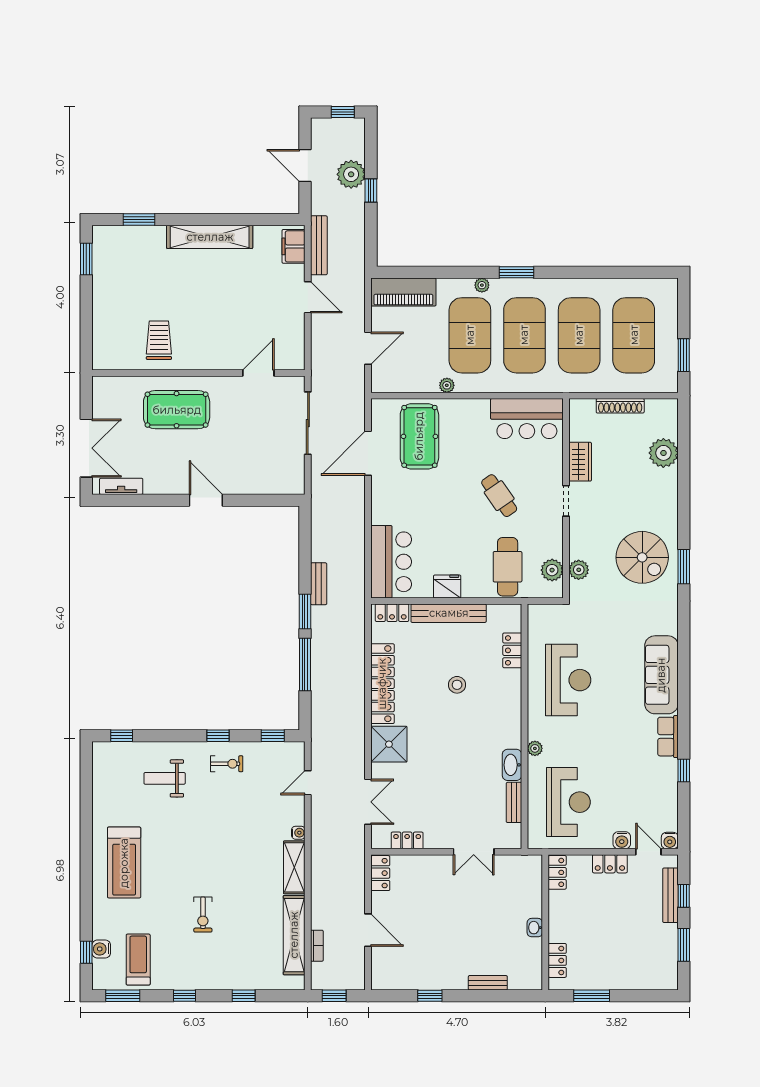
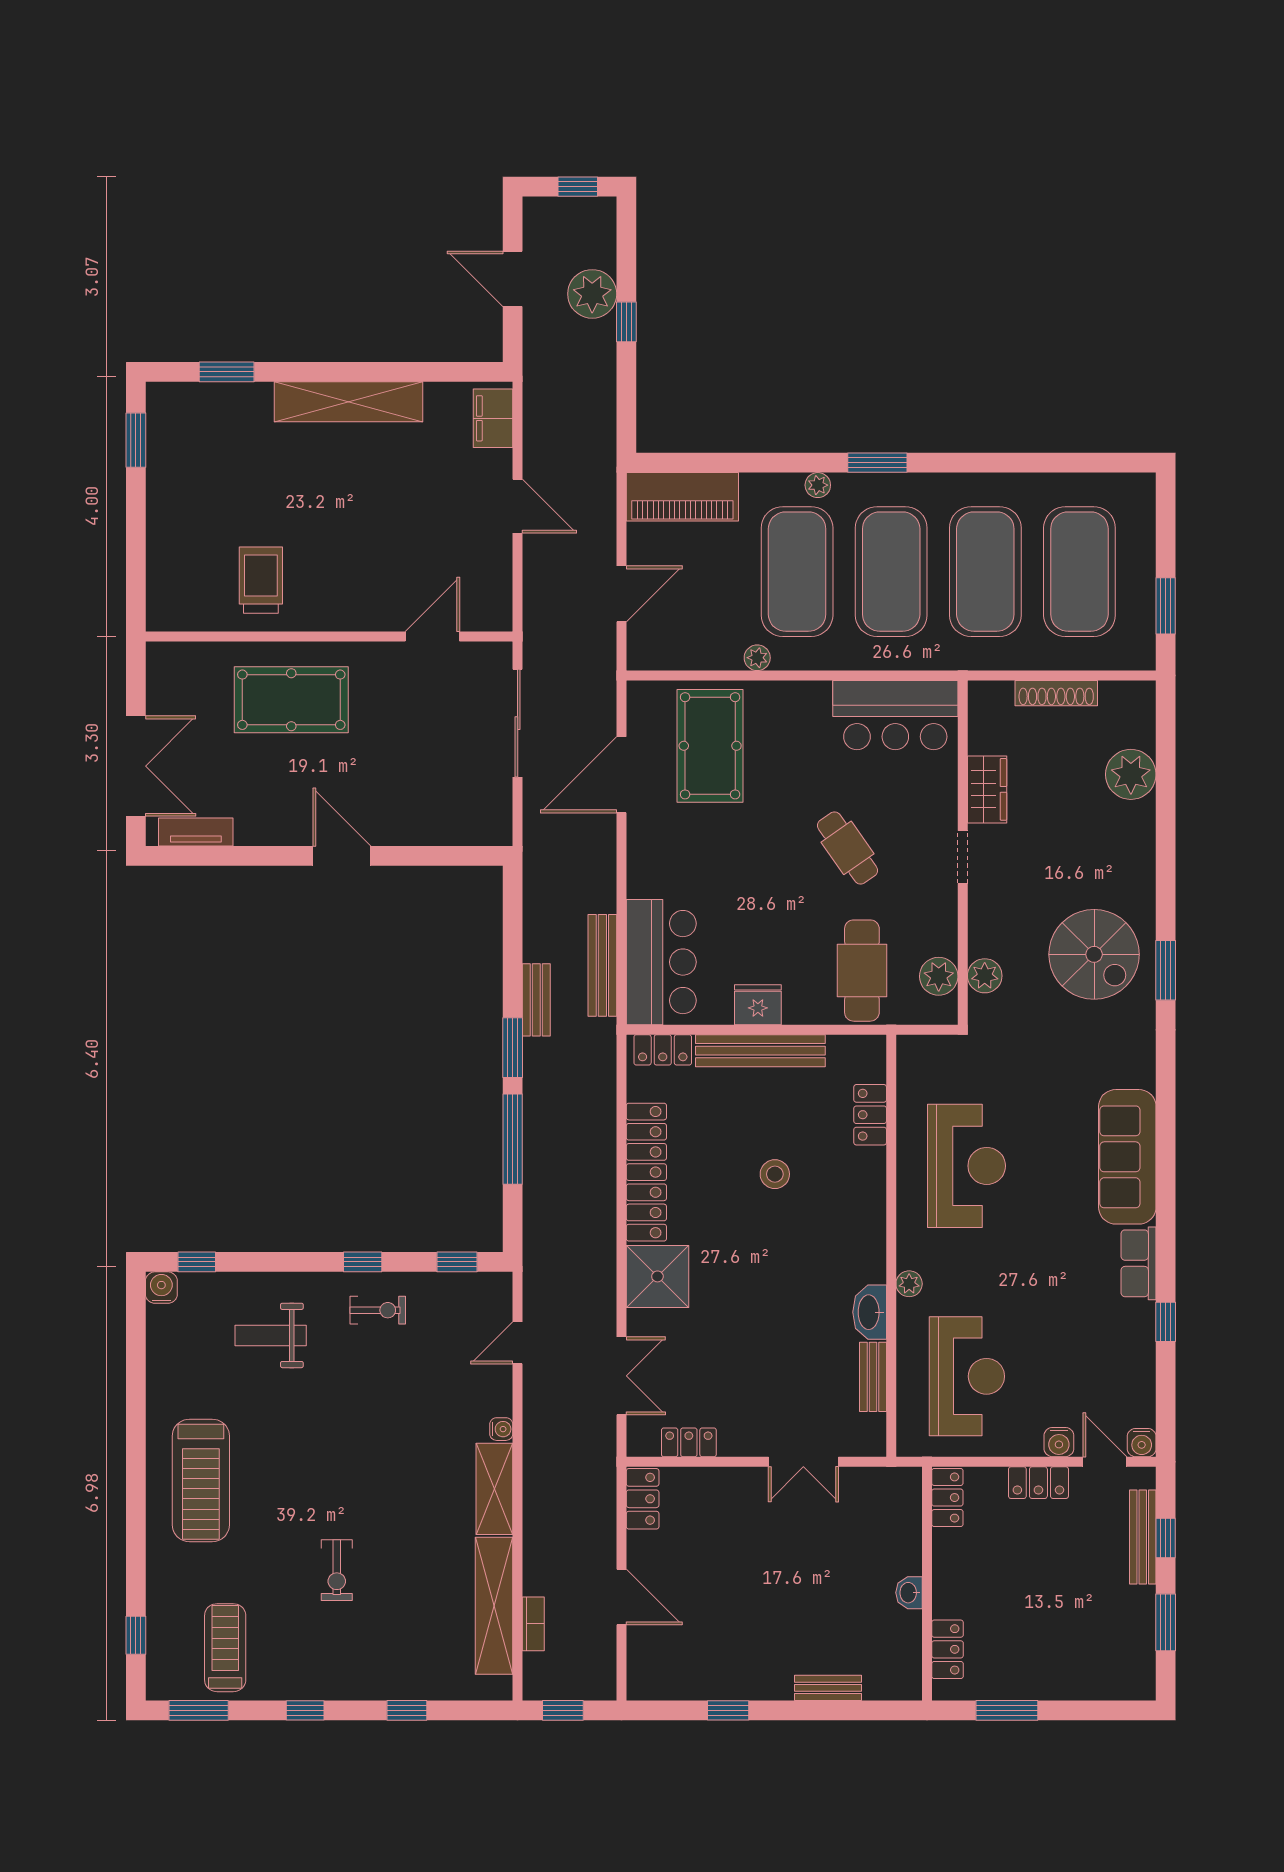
bench: (319, 245) -> (602, 965), moved
water cooler: (101, 949) -> (161, 1288), moved, turned 90

